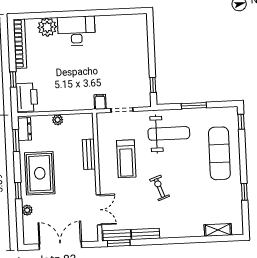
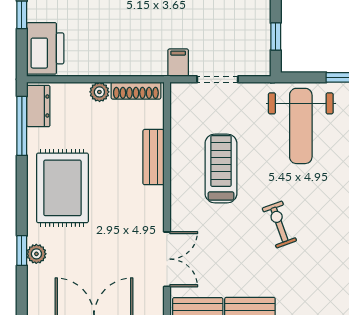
shoe rack: (78, 118) -> (136, 91), added
weight bench: (169, 133) -> (301, 126), turned 90
window: (16, 140) -> (22, 126), width x1.44
treadmill: (126, 159) -> (221, 168), turned 180
window: (18, 191) -> (22, 251), moved

